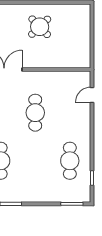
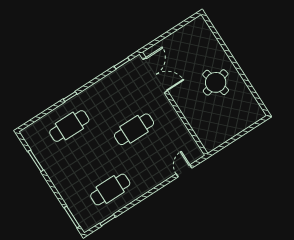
round table: (40, 27) -> (216, 82), turned 30
door: (92, 95) -> (184, 171), hinge flipped

